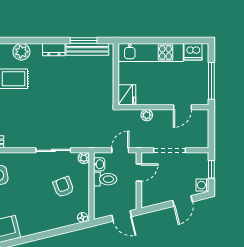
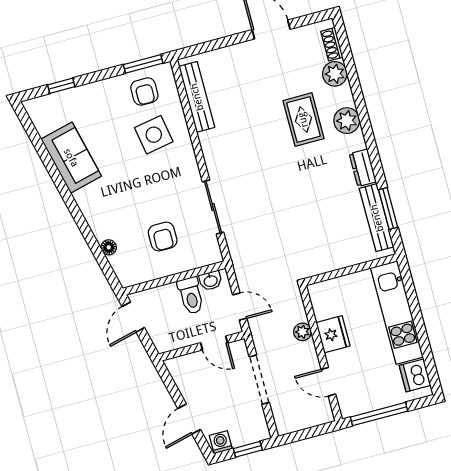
fridge: (127, 95) -> (333, 334), moved, turned -90
plant: (84, 158) -> (214, 255), removed
armchair: (63, 187) -> (163, 237), turned 111
door: (183, 201) -> (189, 419), hinge flipped
door: (122, 216) -> (133, 317), moved
floor lamp: (83, 217) -> (109, 247), moved

